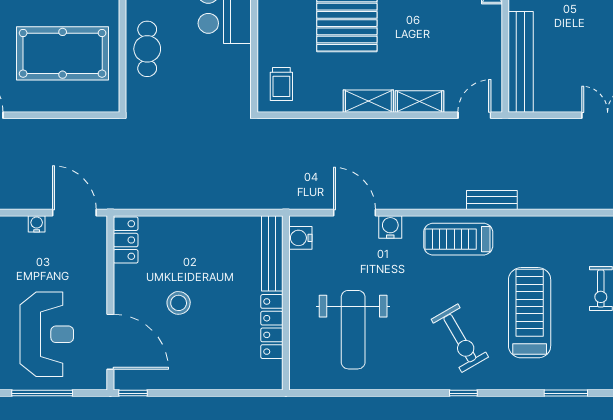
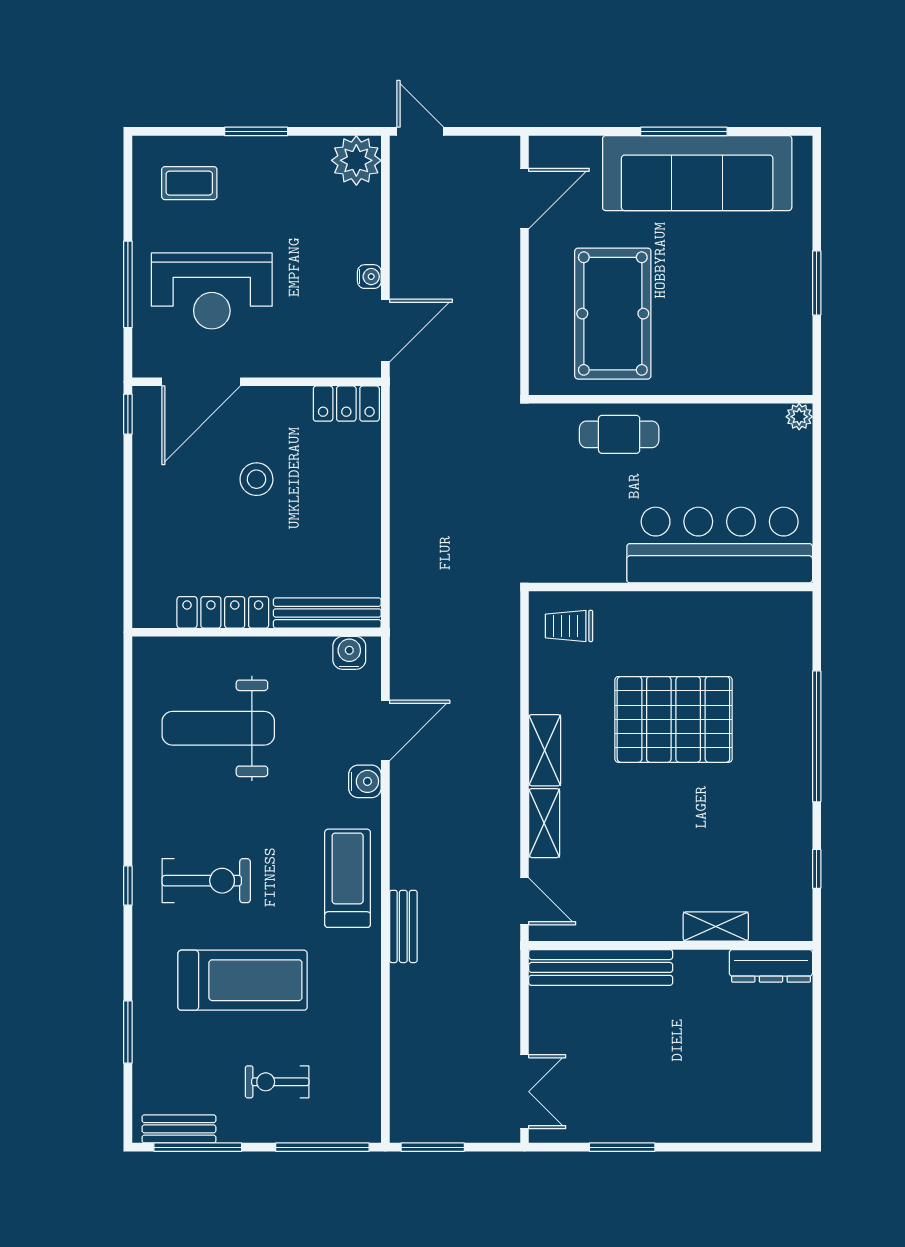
exercise bike: (460, 338) -> (206, 881), turned -150

